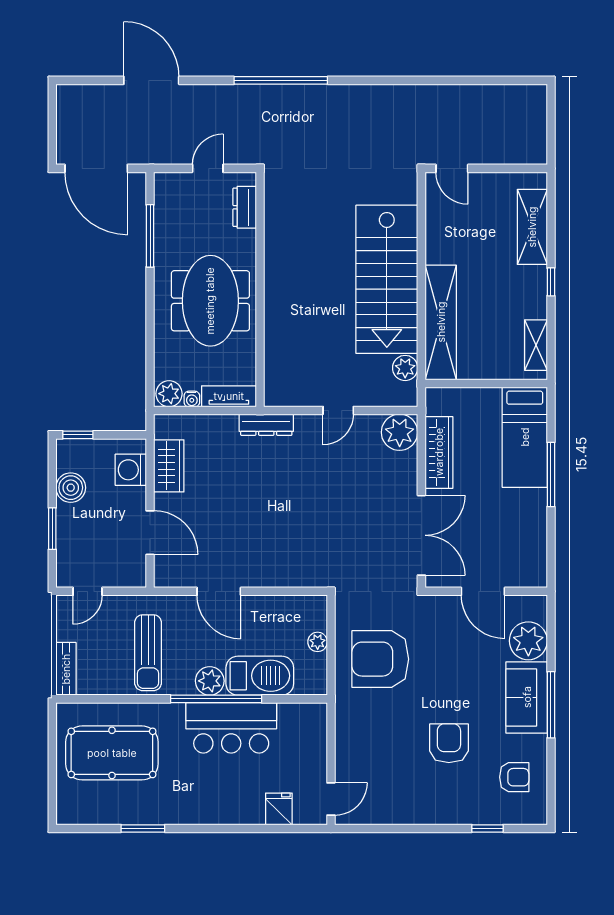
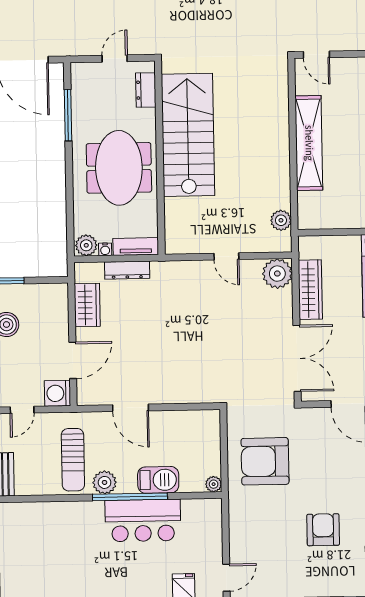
stairs: (387, 279) -> (188, 135), moved, turned 180
shelving: (441, 322) -> (309, 143), moved
door: (338, 410) -> (226, 256), hinge flipped
dresser: (266, 425) -> (127, 270), moved
washing machine: (131, 470) -> (57, 393), moved
door: (150, 533) -> (73, 360), hinge flipped
plant: (318, 642) -> (214, 484), moved
barbecue: (260, 676) -> (158, 480), width x0.73, depth x0.83
plant: (210, 681) -> (105, 482), moved
pool table: (112, 753) -> (45, 543), removed

